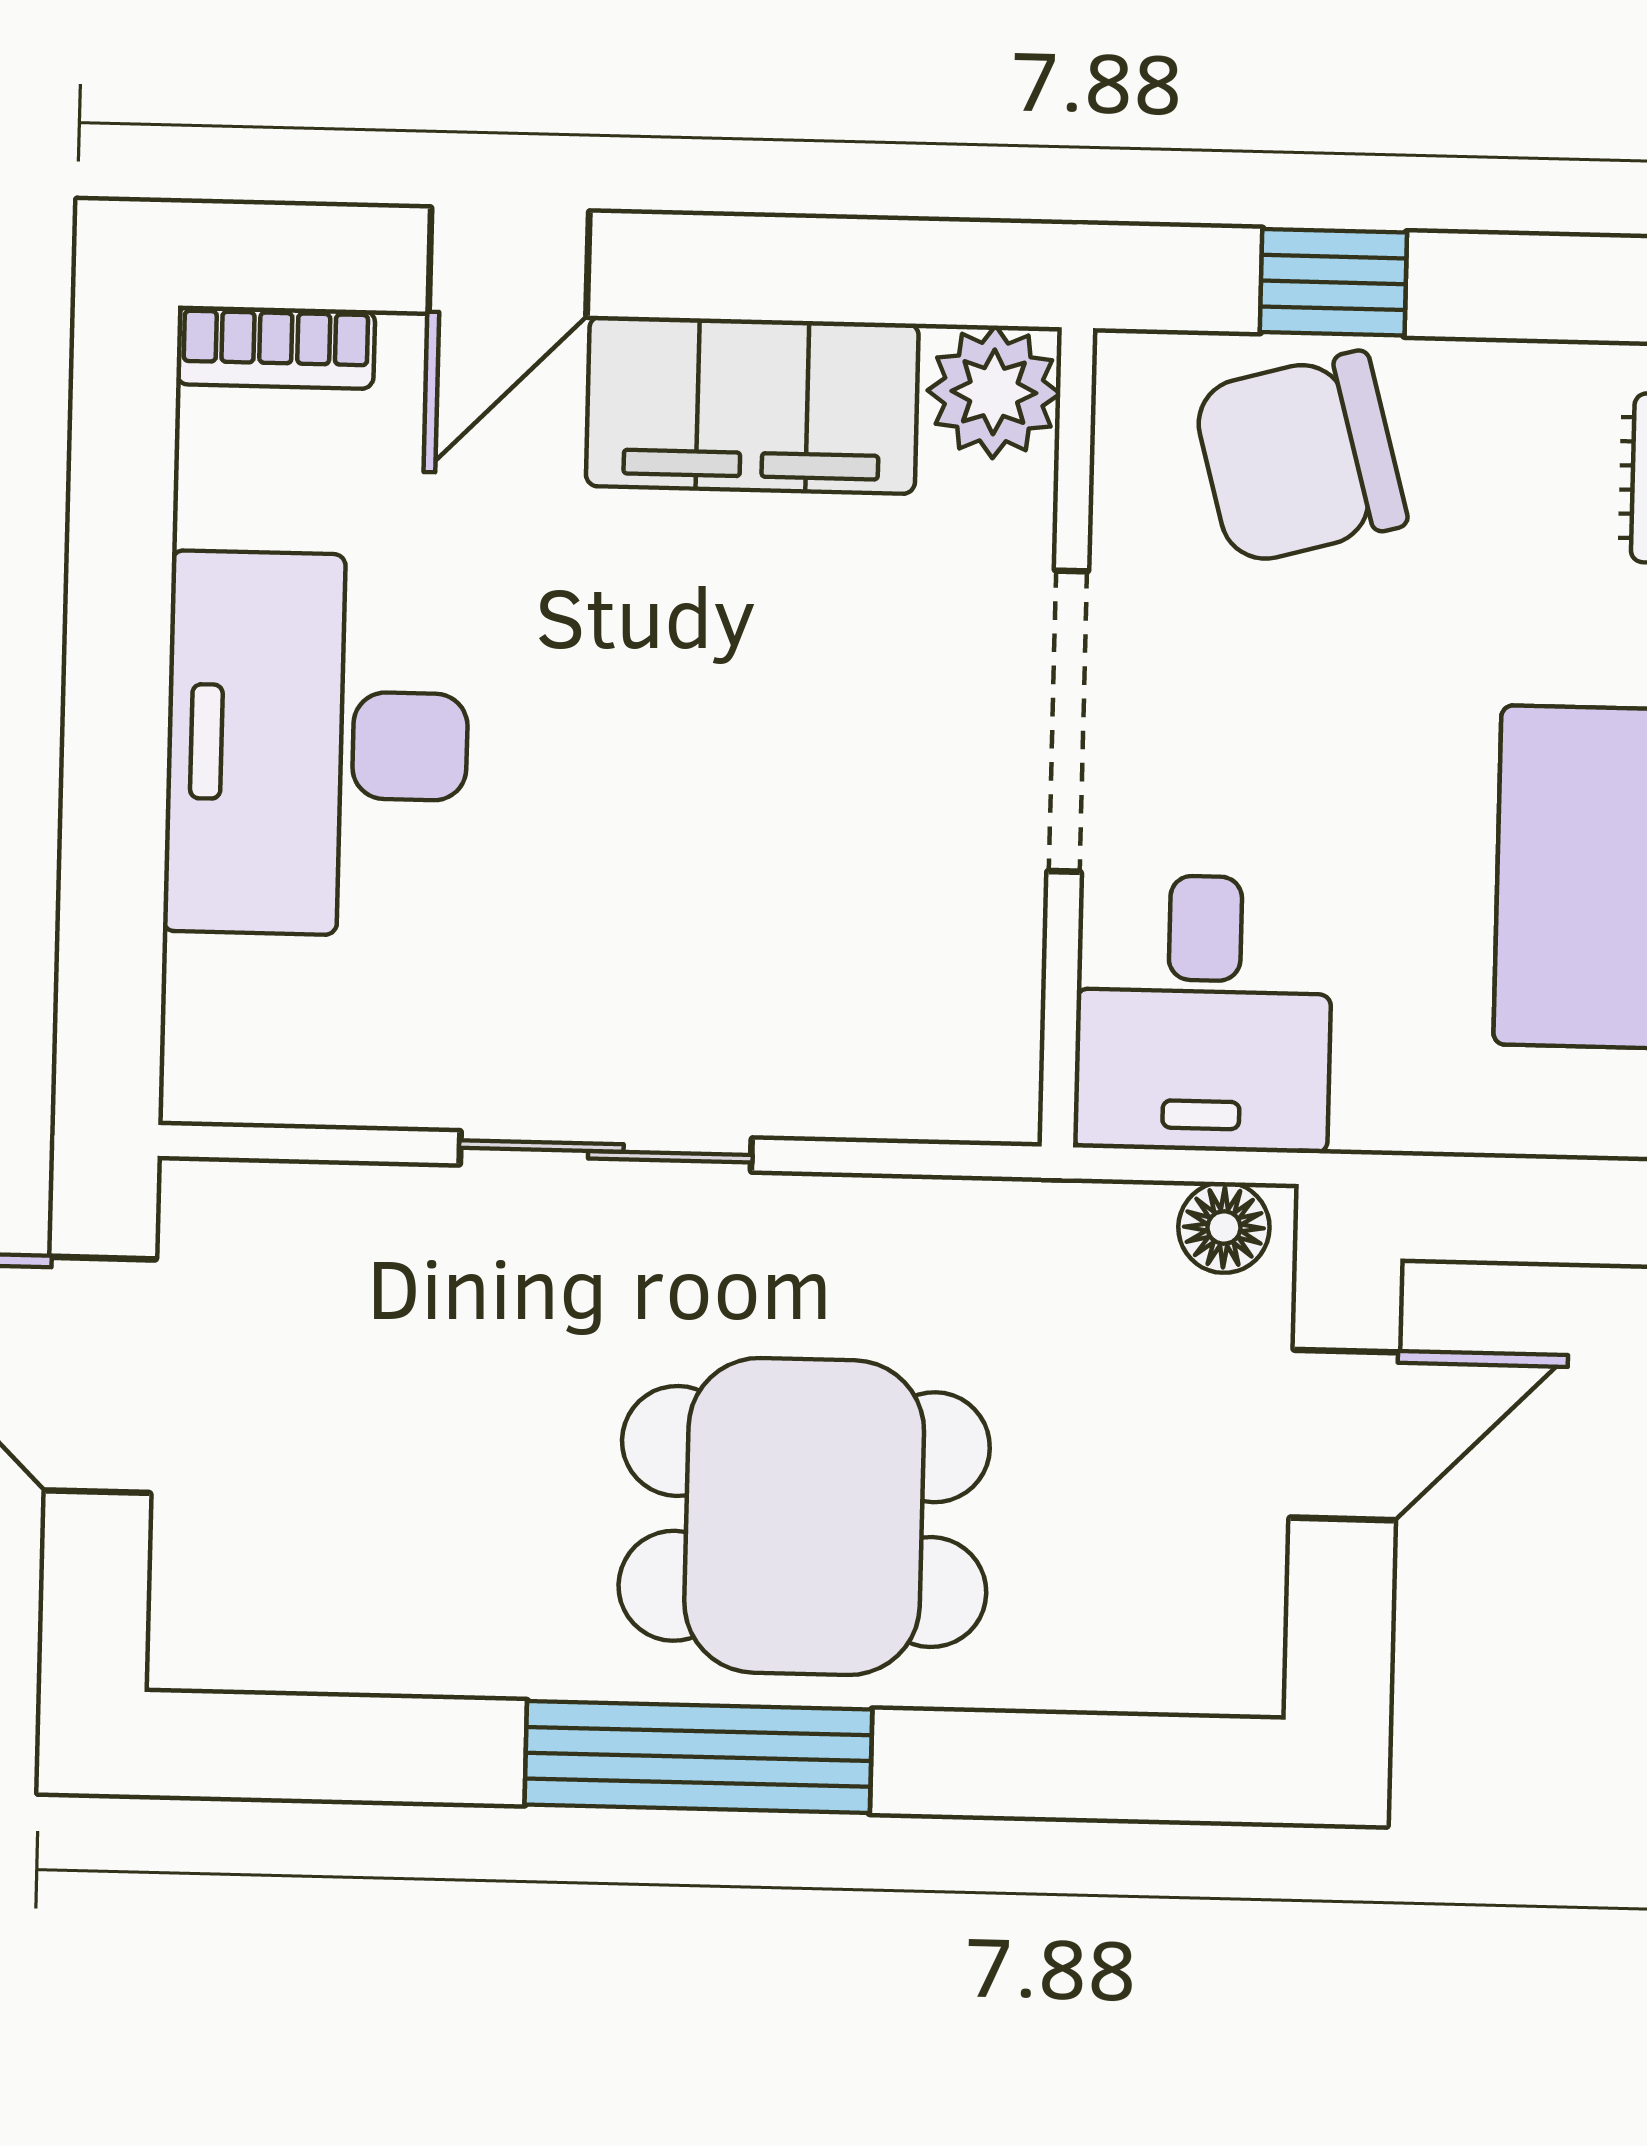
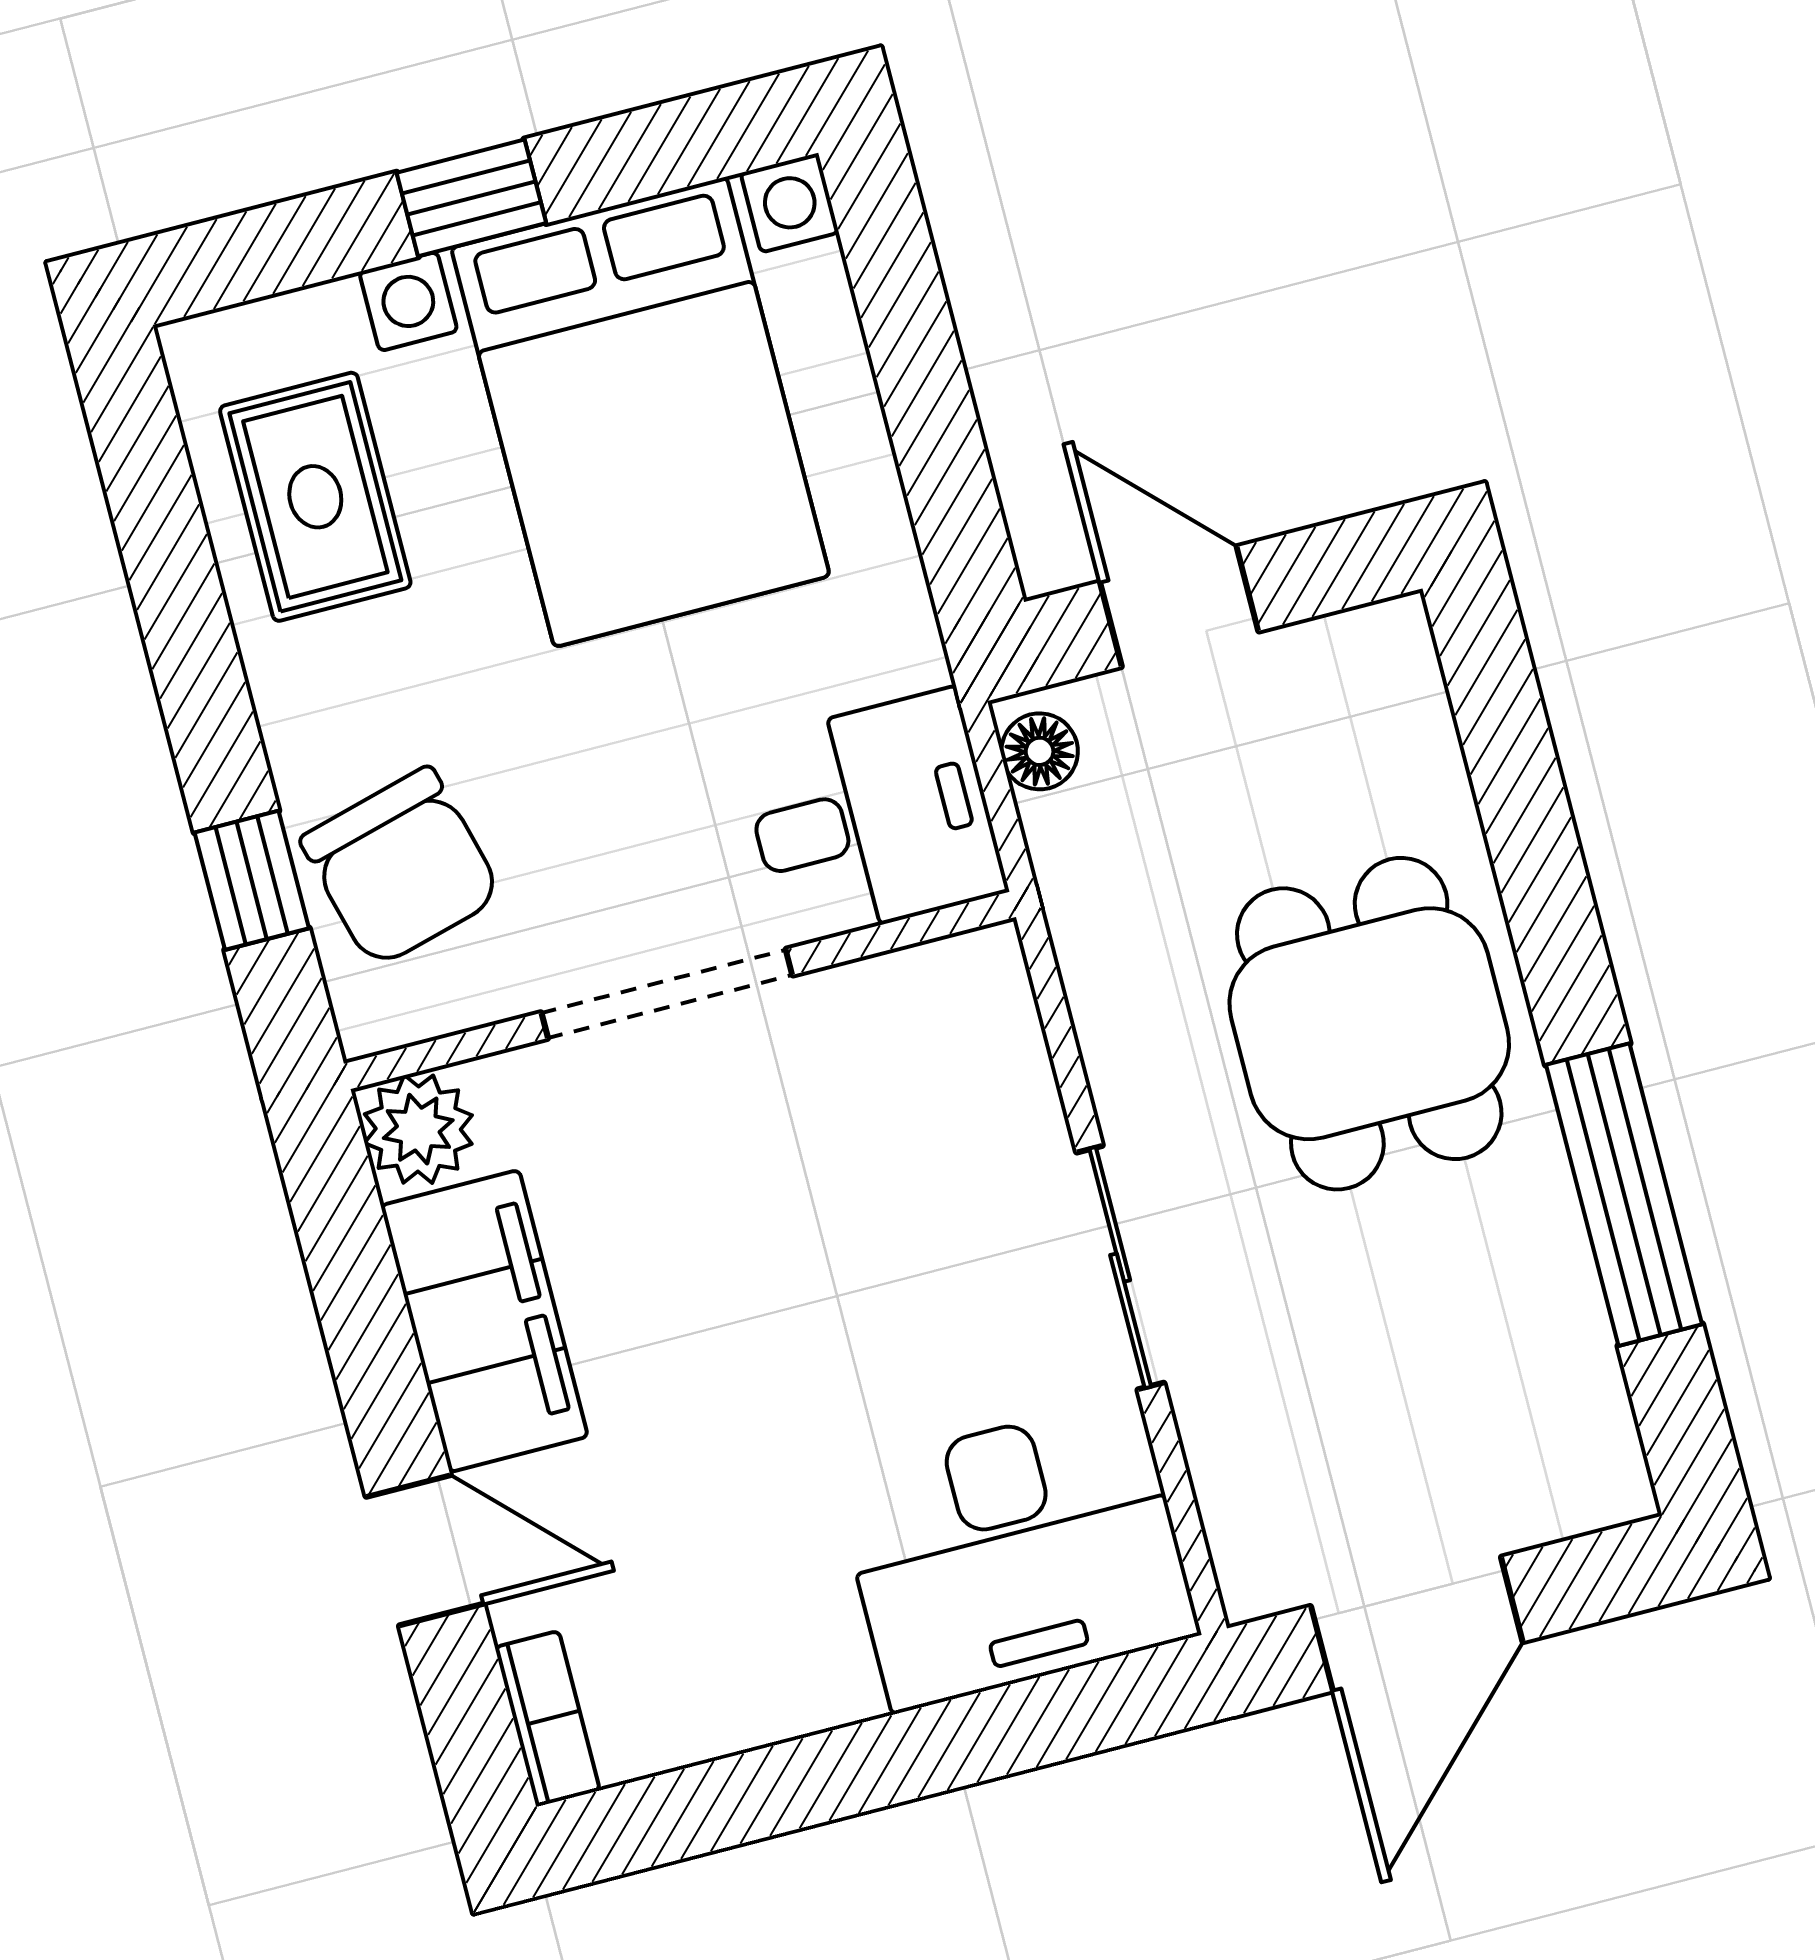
desk: (317, 744) -> (1016, 1553), moved
window: (698, 1757) -> (1624, 1195), moved

